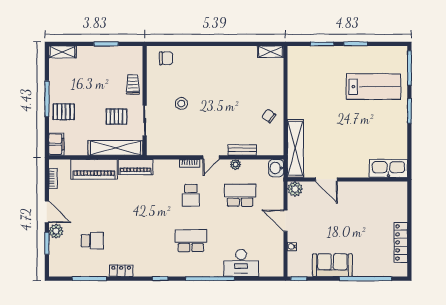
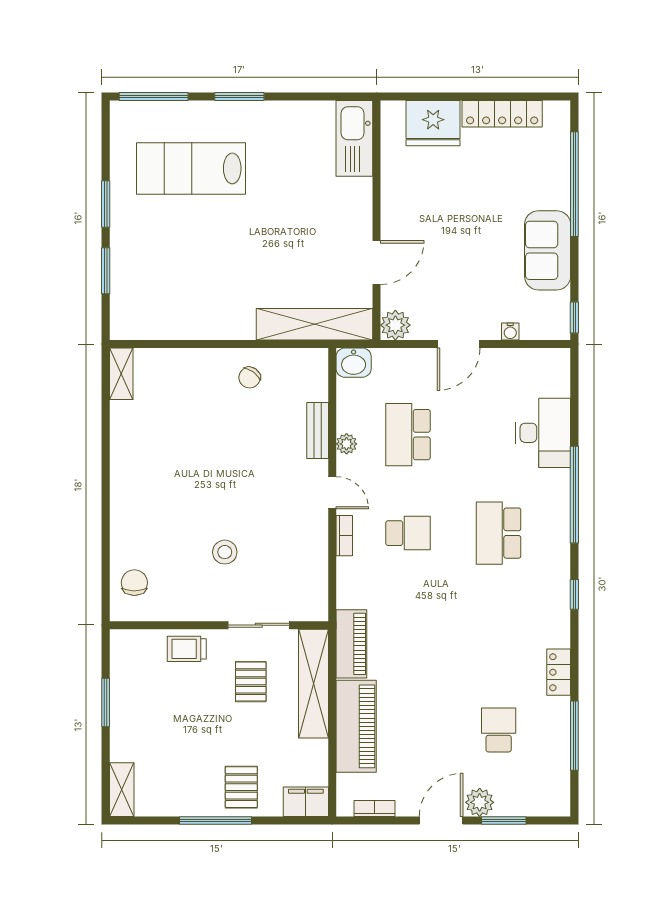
lab bench: (373, 87) -> (191, 168), turned -90
fridge: (396, 208) -> (433, 123), added

